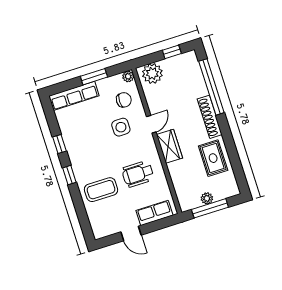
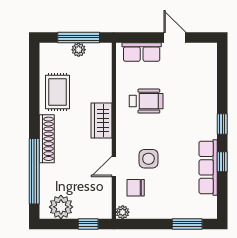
window: (172, 52) -> (88, 224), moved
plant: (152, 73) -> (61, 207), moved
window: (94, 77) -> (187, 224), moved
row of seats: (74, 96) -> (208, 167), moved, turned -90
door: (151, 124) -> (114, 166), moved
coffee table: (101, 190) -> (192, 97), removed

